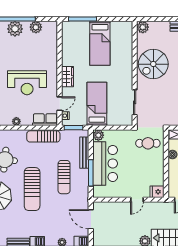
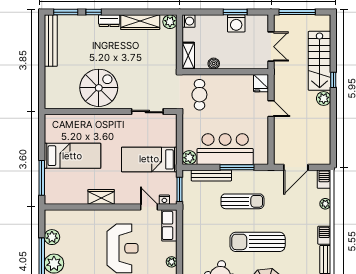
plant: (143, 27) -> (52, 101), removed
spiral stairs: (153, 64) -> (99, 88), turned -90
wardrobe: (68, 77) -> (101, 197), moved
sun lounger: (43, 136) -> (191, 228), removed
sun lounger: (32, 189) -> (258, 242), turned 180

